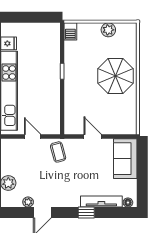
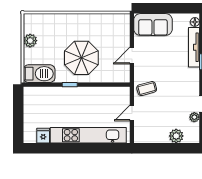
barbecue: (70, 31) -> (39, 74), width x1.88, depth x1.53
parasol: (115, 76) -> (81, 58), moved

